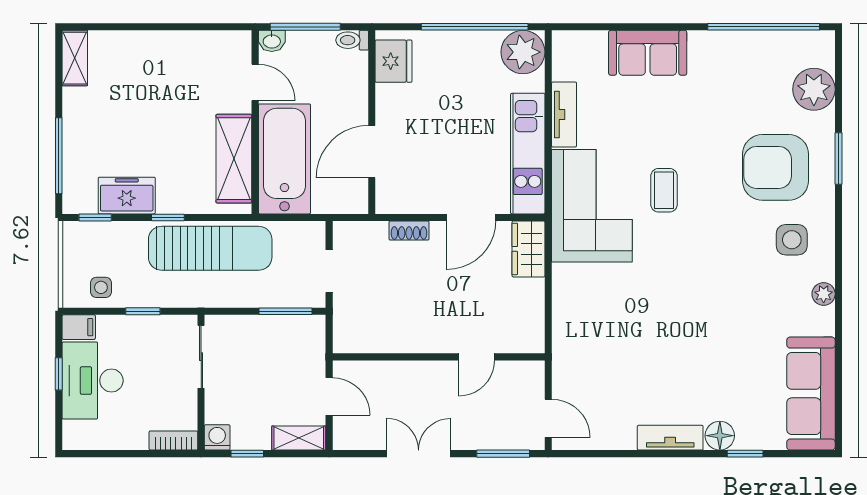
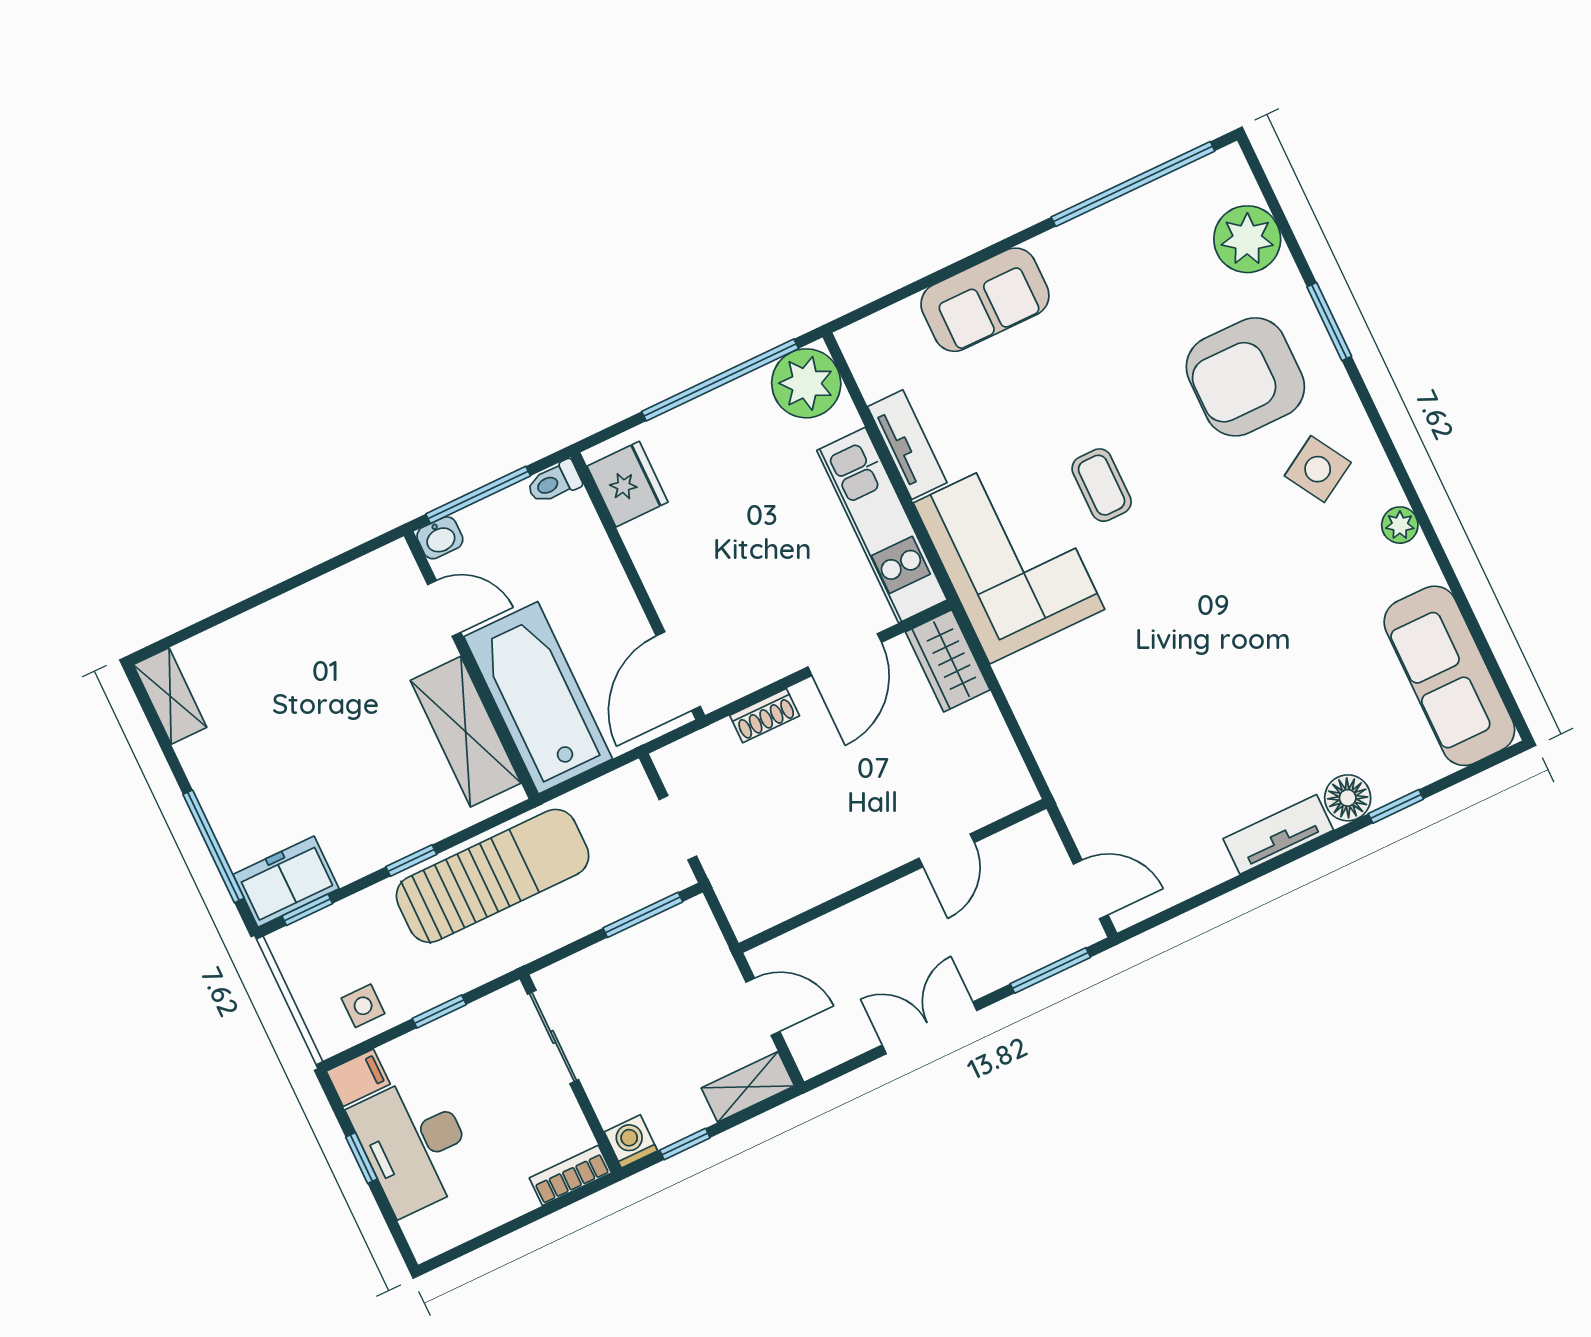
door: (372, 152) -> (678, 671), moved
freezer: (127, 196) -> (286, 882), moved
side table: (792, 240) -> (1318, 469), turned -31

